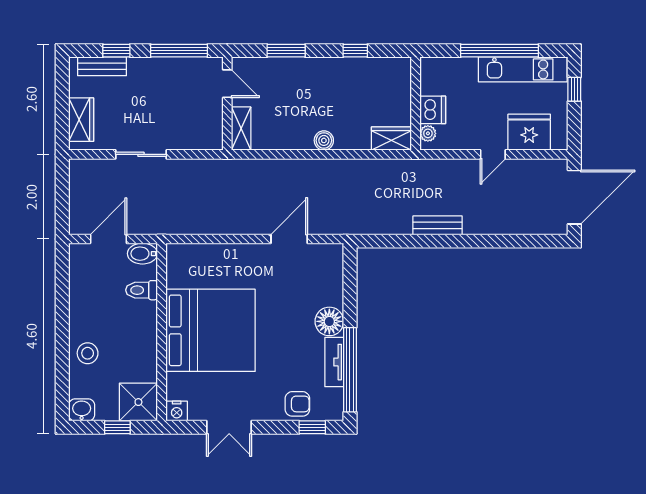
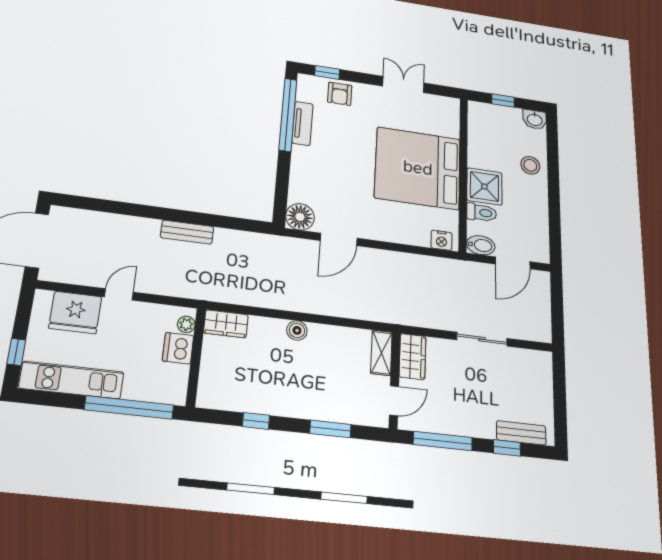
window: (499, 51) -> (129, 407), moved
door: (227, 84) -> (394, 401), swing flipped
wardrobe: (81, 120) -> (413, 357), moved, turned 180
floor lamp: (329, 321) -> (300, 217), moved
shower: (138, 402) -> (484, 186), moved
armchair: (297, 404) -> (340, 94), turned -90
nightstand: (177, 411) -> (441, 240), moved, turned 180

